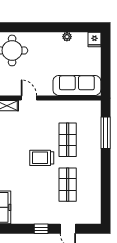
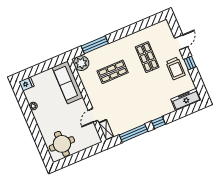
plant: (92, 109) -> (81, 63), added
trolley: (42, 158) -> (175, 68), moved
shop shelf: (68, 185) -> (147, 57), turned 90

